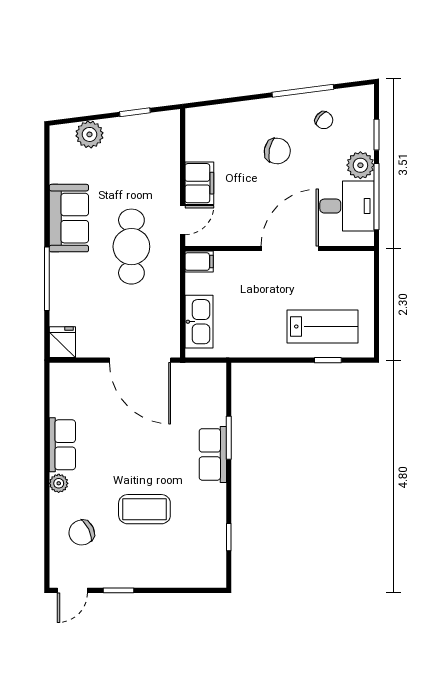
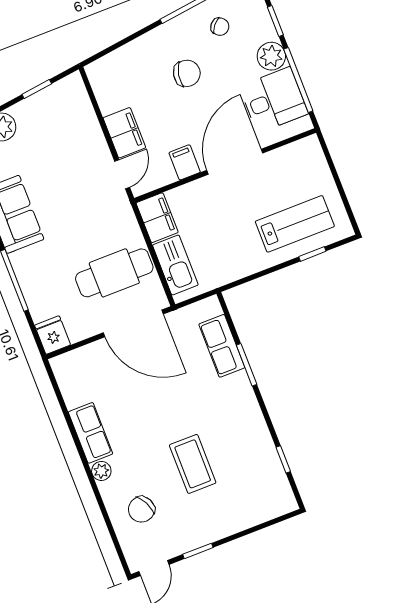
filing cabinet: (244, 231) -> (185, 162), added
cafe table: (131, 247) -> (114, 273), moved, turned 90
filing cabinet: (199, 262) -> (157, 218), width x2.00
row of seats: (213, 454) -> (222, 346), moved
coffee table: (144, 509) -> (193, 464), turned 90

